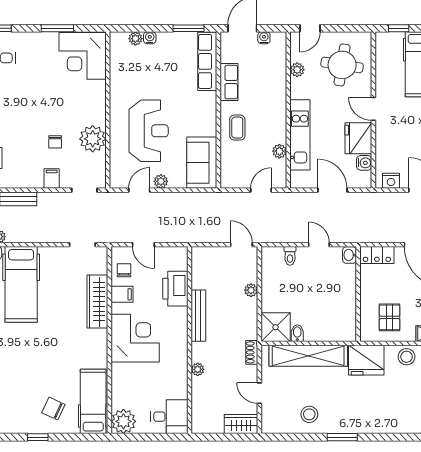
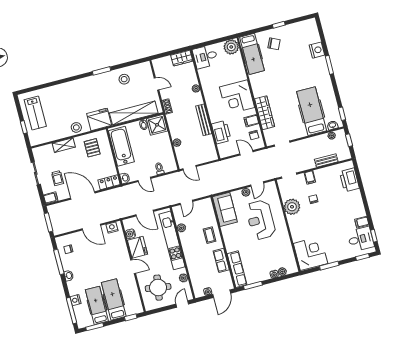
kitchen unit: (300, 135) -> (172, 240), width x1.36
bathtub: (342, 308) -> (121, 146), added
wardrobe: (241, 424) -> (182, 58), moved

